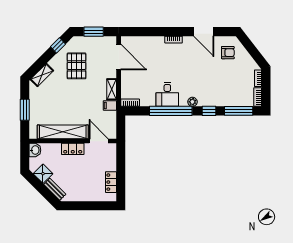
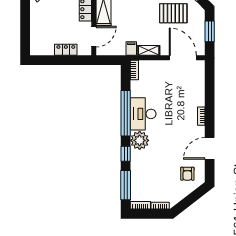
door: (119, 57) -> (183, 58), swing flipped
desk: (167, 94) -> (143, 114), width x1.37
plant: (192, 102) -> (140, 140), width x1.88, depth x1.88
locker: (111, 182) -> (66, 50), moved

